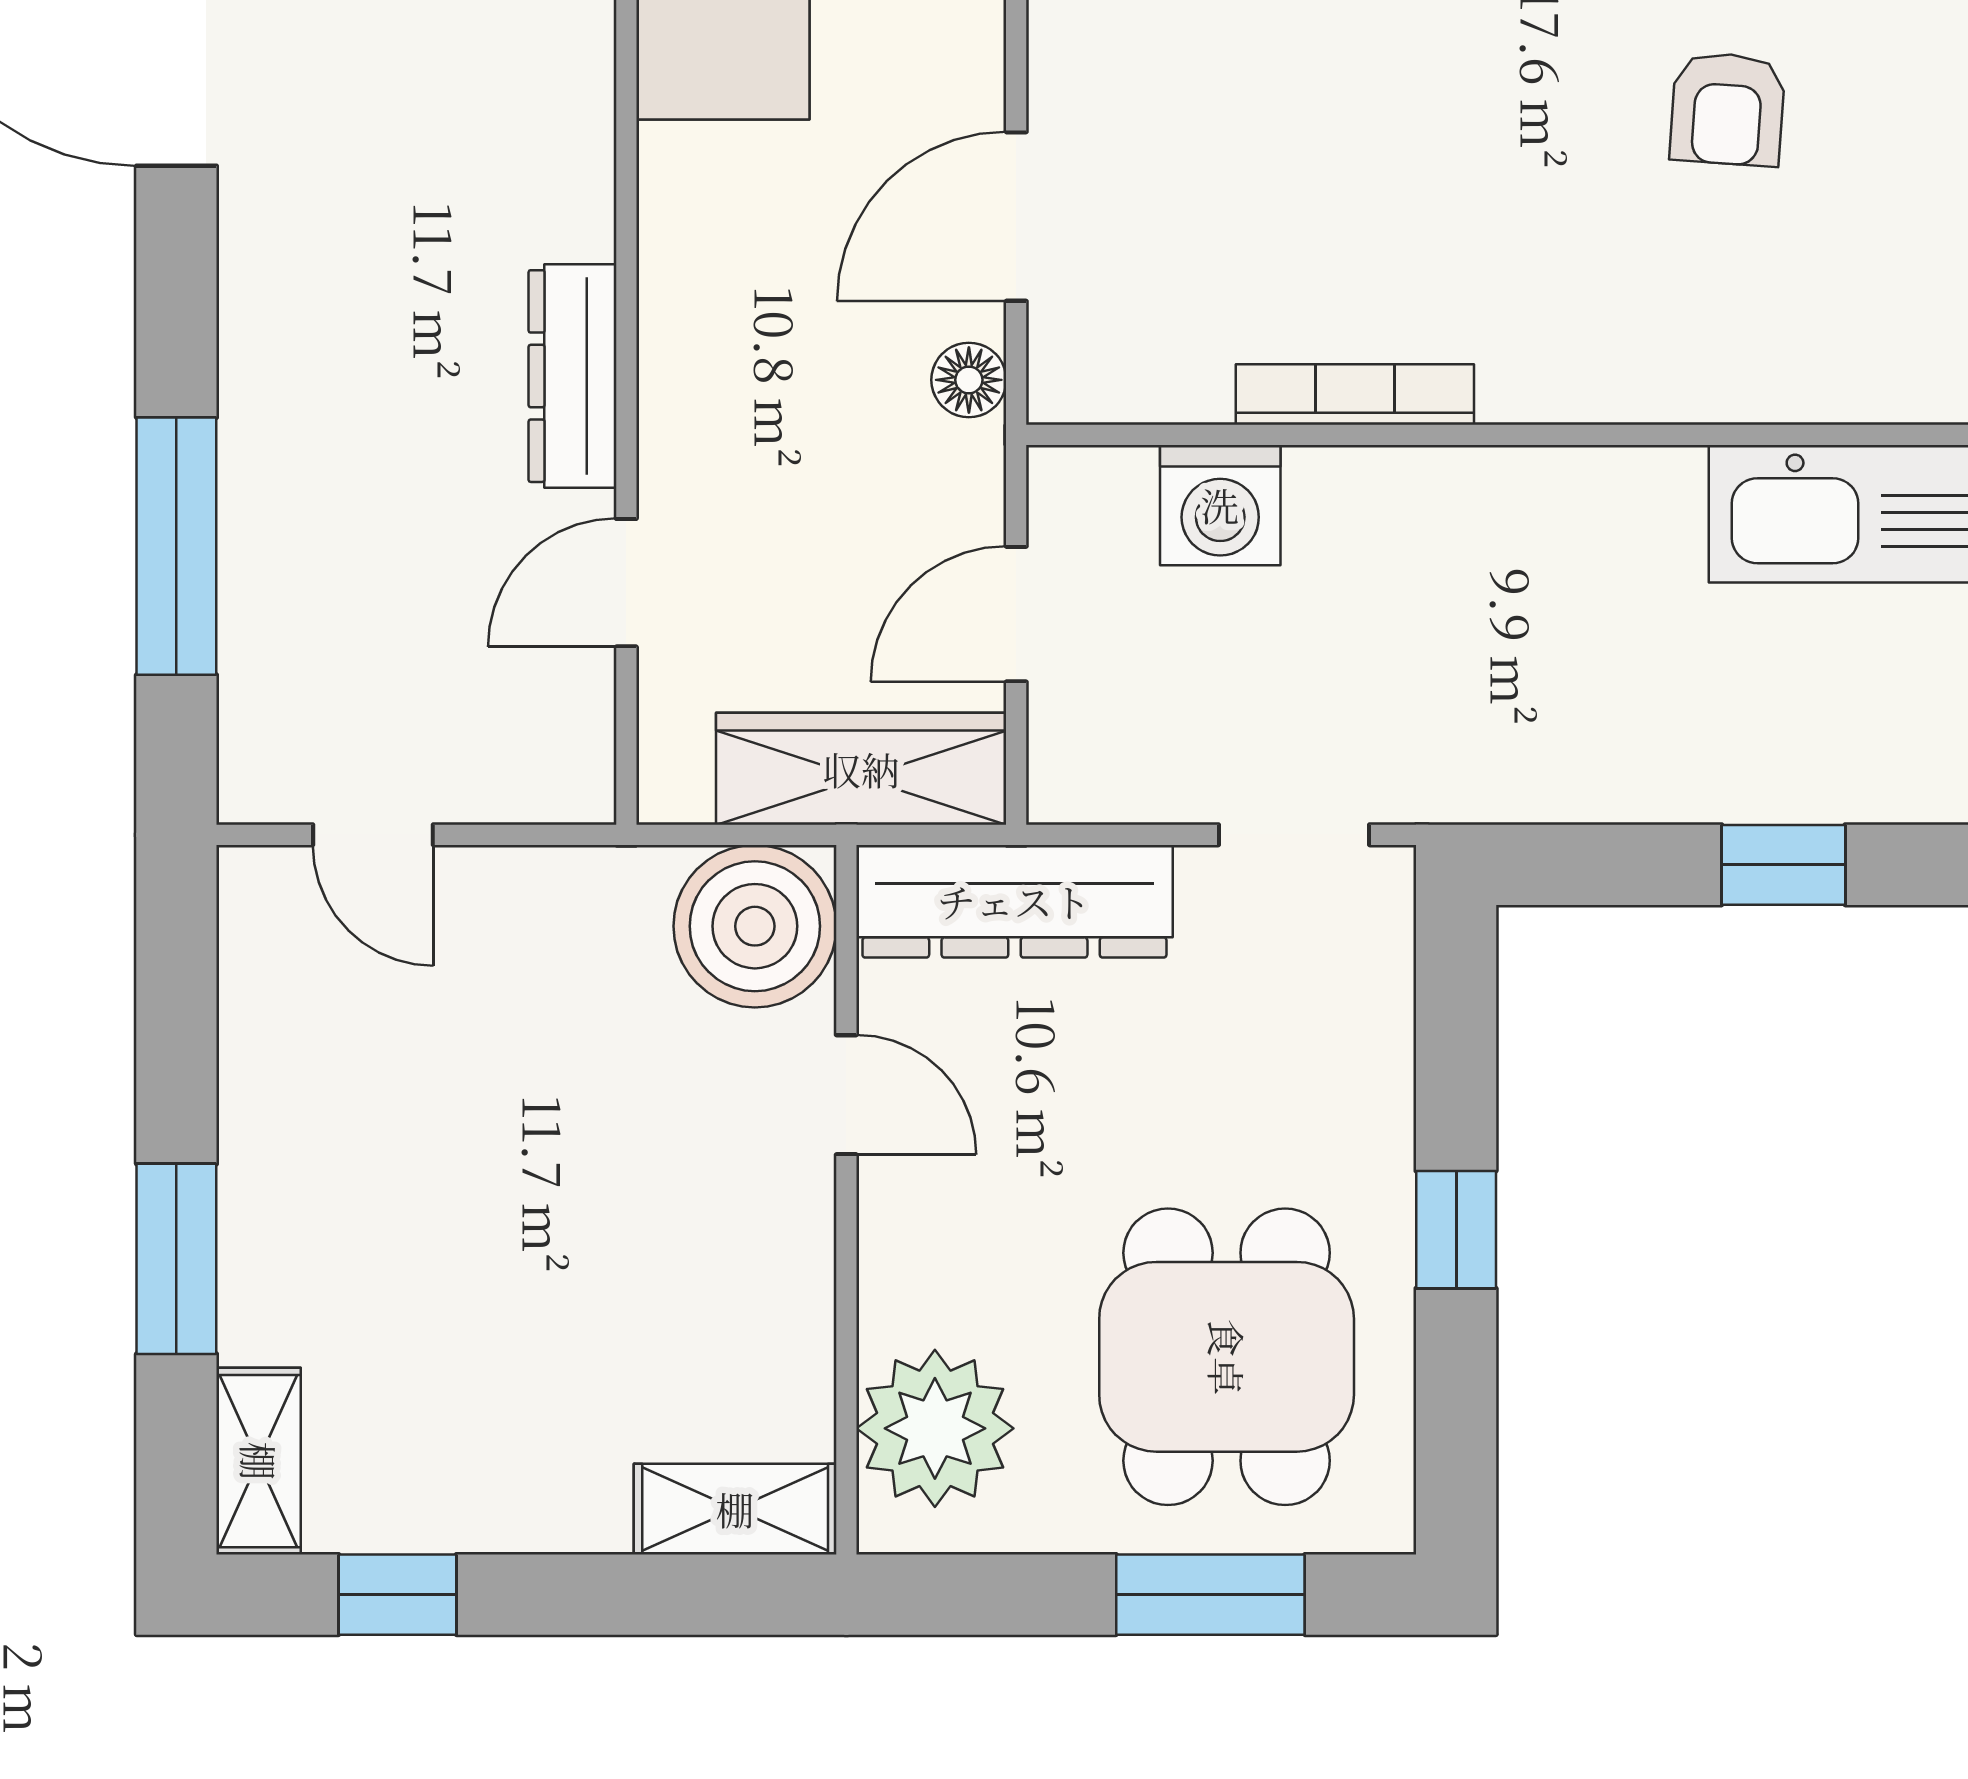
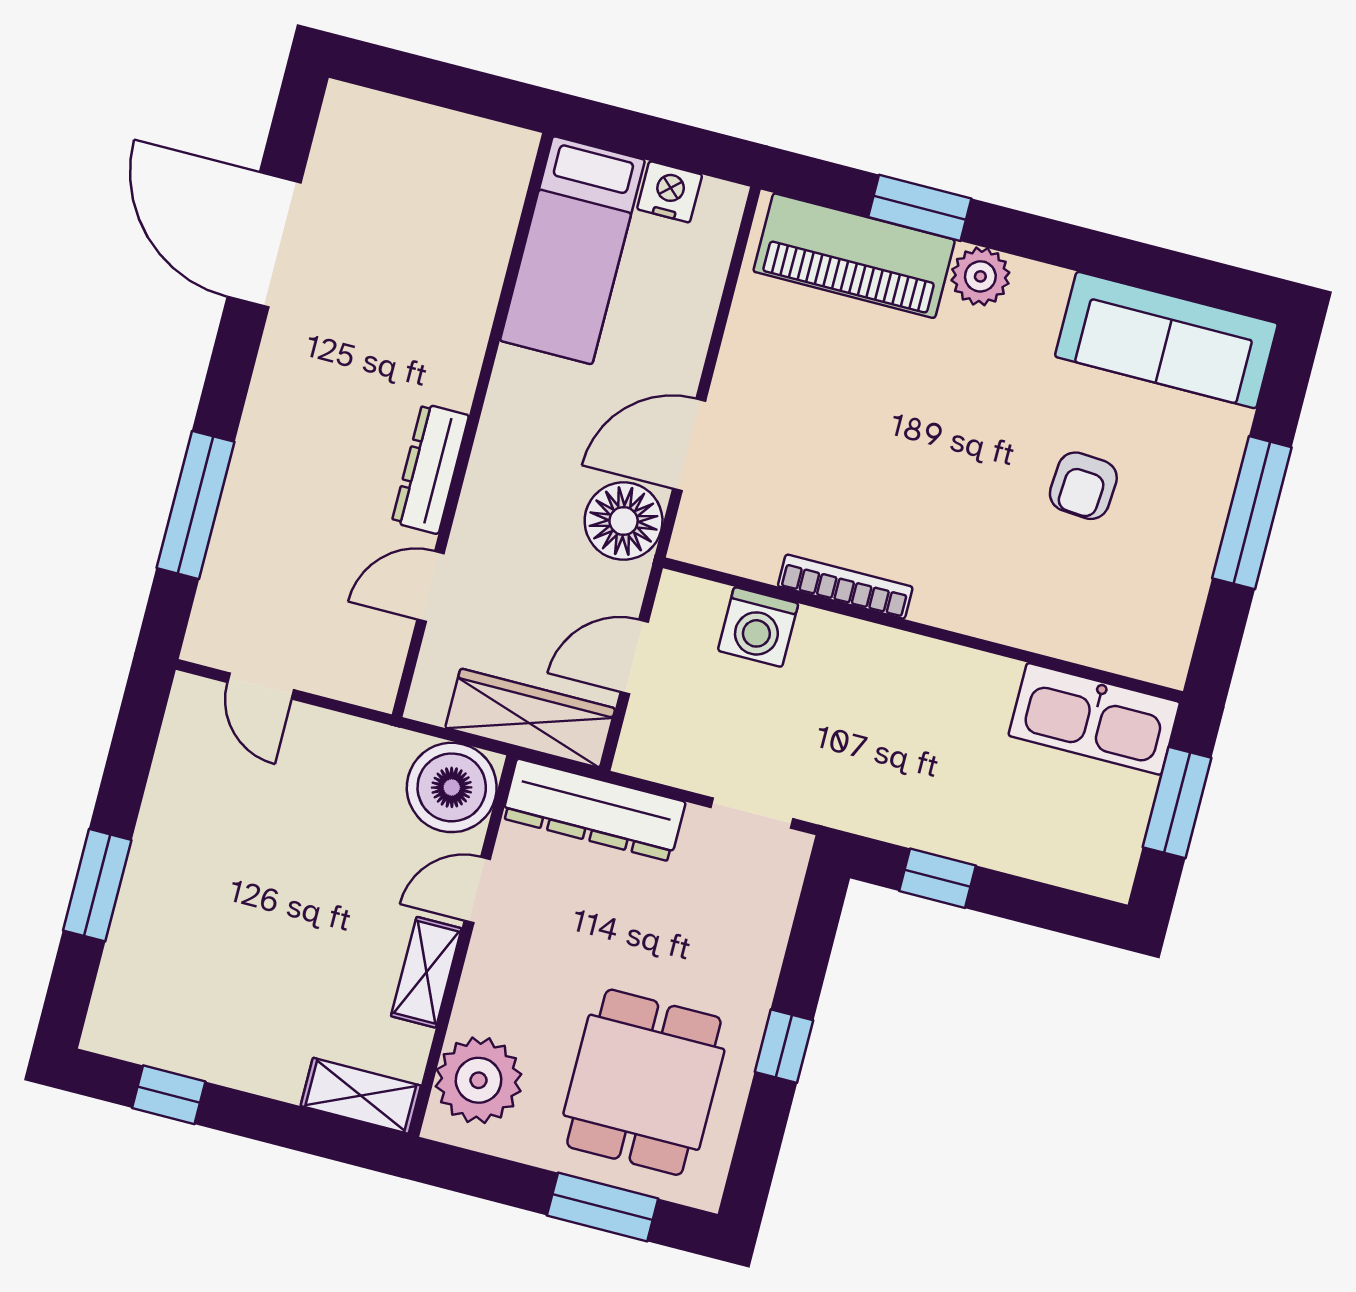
floor lamp: (969, 380) -> (624, 521), width x1.89, depth x1.89
window: (1783, 865) -> (938, 878), moved
door: (846, 1095) -> (477, 890), swing flipped
shelving: (259, 1461) -> (426, 972), moved

